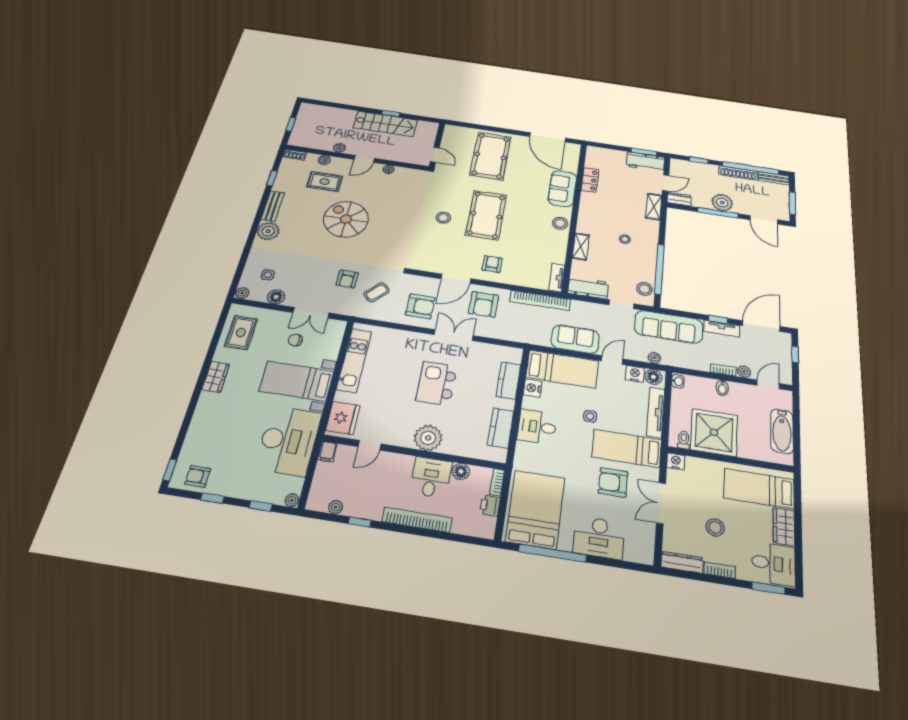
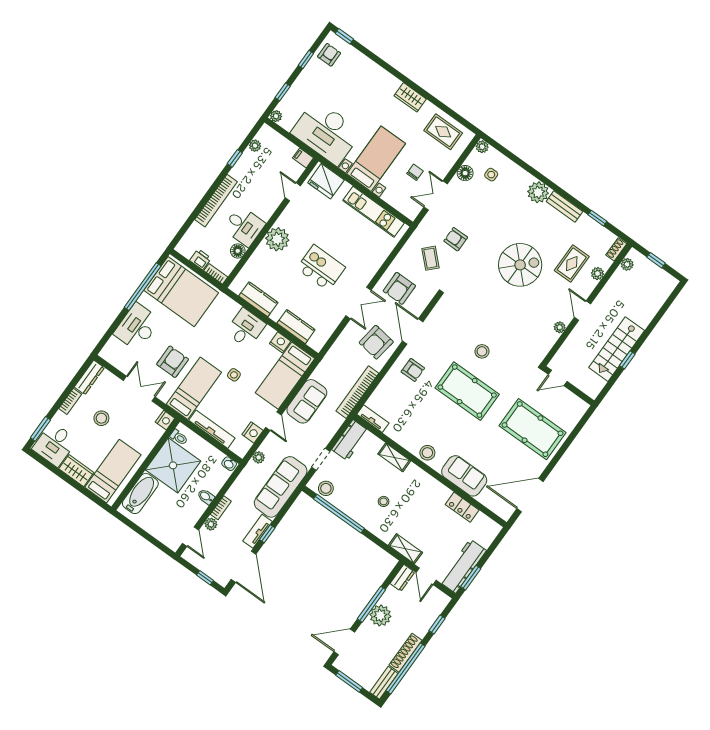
plant: (340, 148) -> (627, 264), moved
workbench: (645, 162) -> (463, 566), width x1.38
armchair: (484, 304) -> (376, 342), turned -82
floor lamp: (653, 377) -> (243, 446), removed
bathtub: (782, 431) -> (140, 493), moved, turned 90

